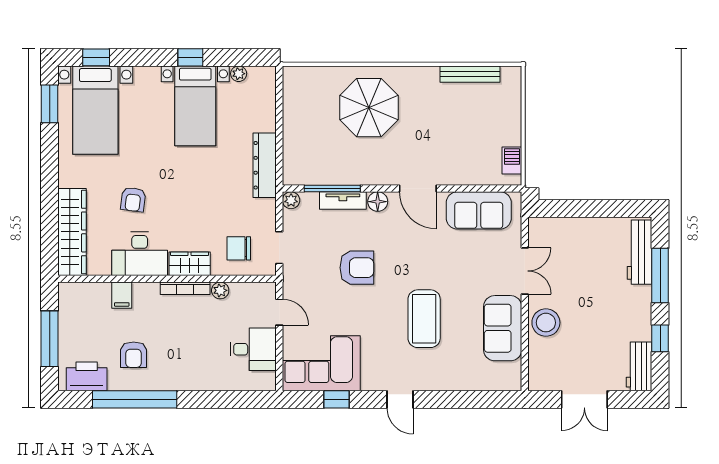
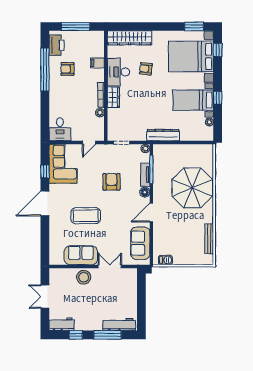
parasol: (369, 108) -> (192, 188), width x1.36, depth x1.36
bed with nightstands: (95, 110) -> (191, 56), width x1.36
chair: (239, 248) -> (121, 122), removed
armchair: (357, 268) -> (111, 182), turned 180
double door: (525, 271) -> (110, 266), swing flipped
desk: (253, 349) -> (60, 129), moved
door: (400, 399) -> (45, 203), width x1.88

